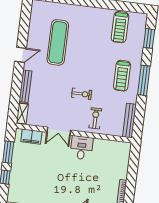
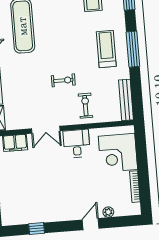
treadmill: (122, 76) -> (106, 49), turned 180
corner desk: (114, 162) -> (118, 153), added

